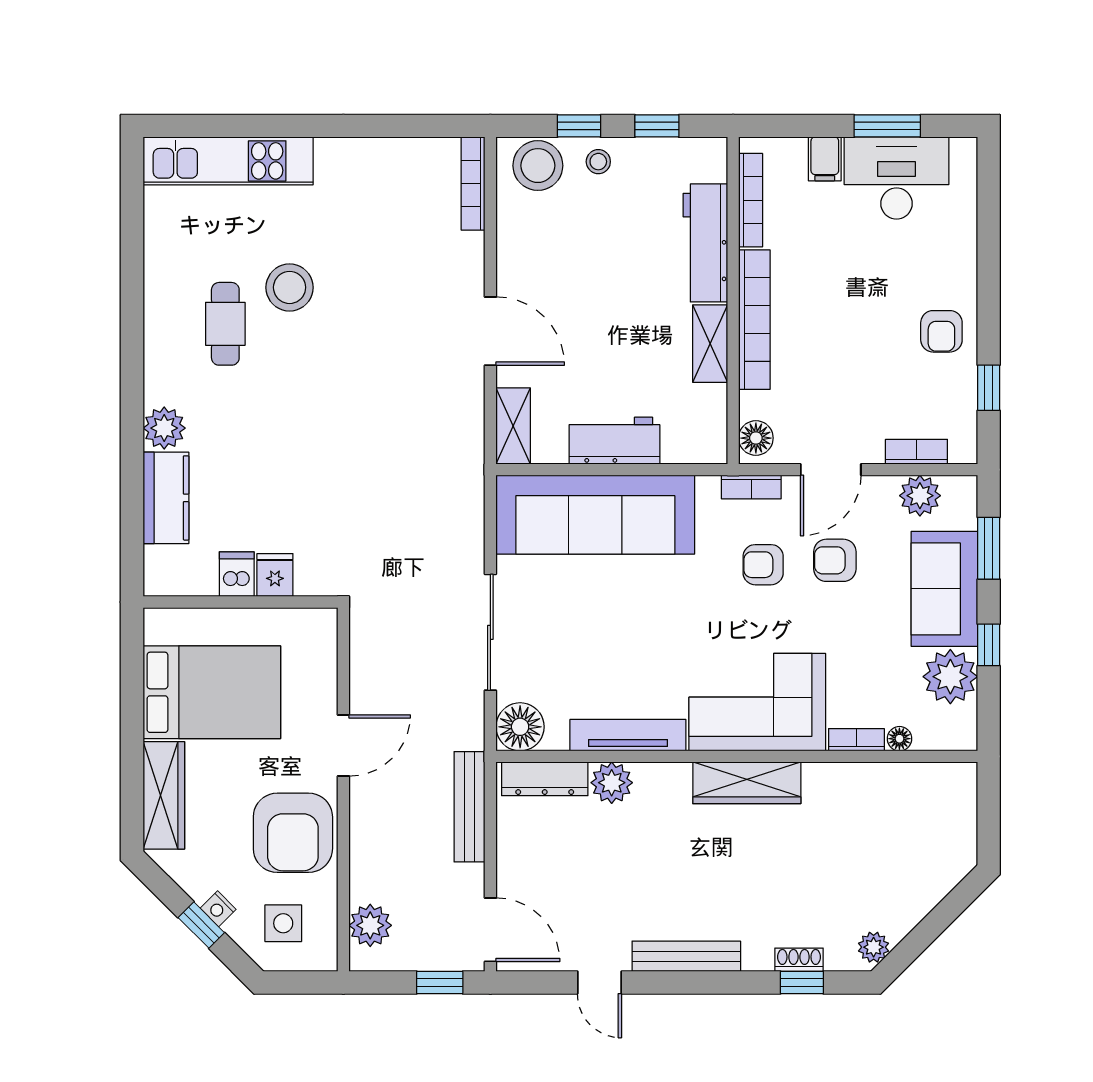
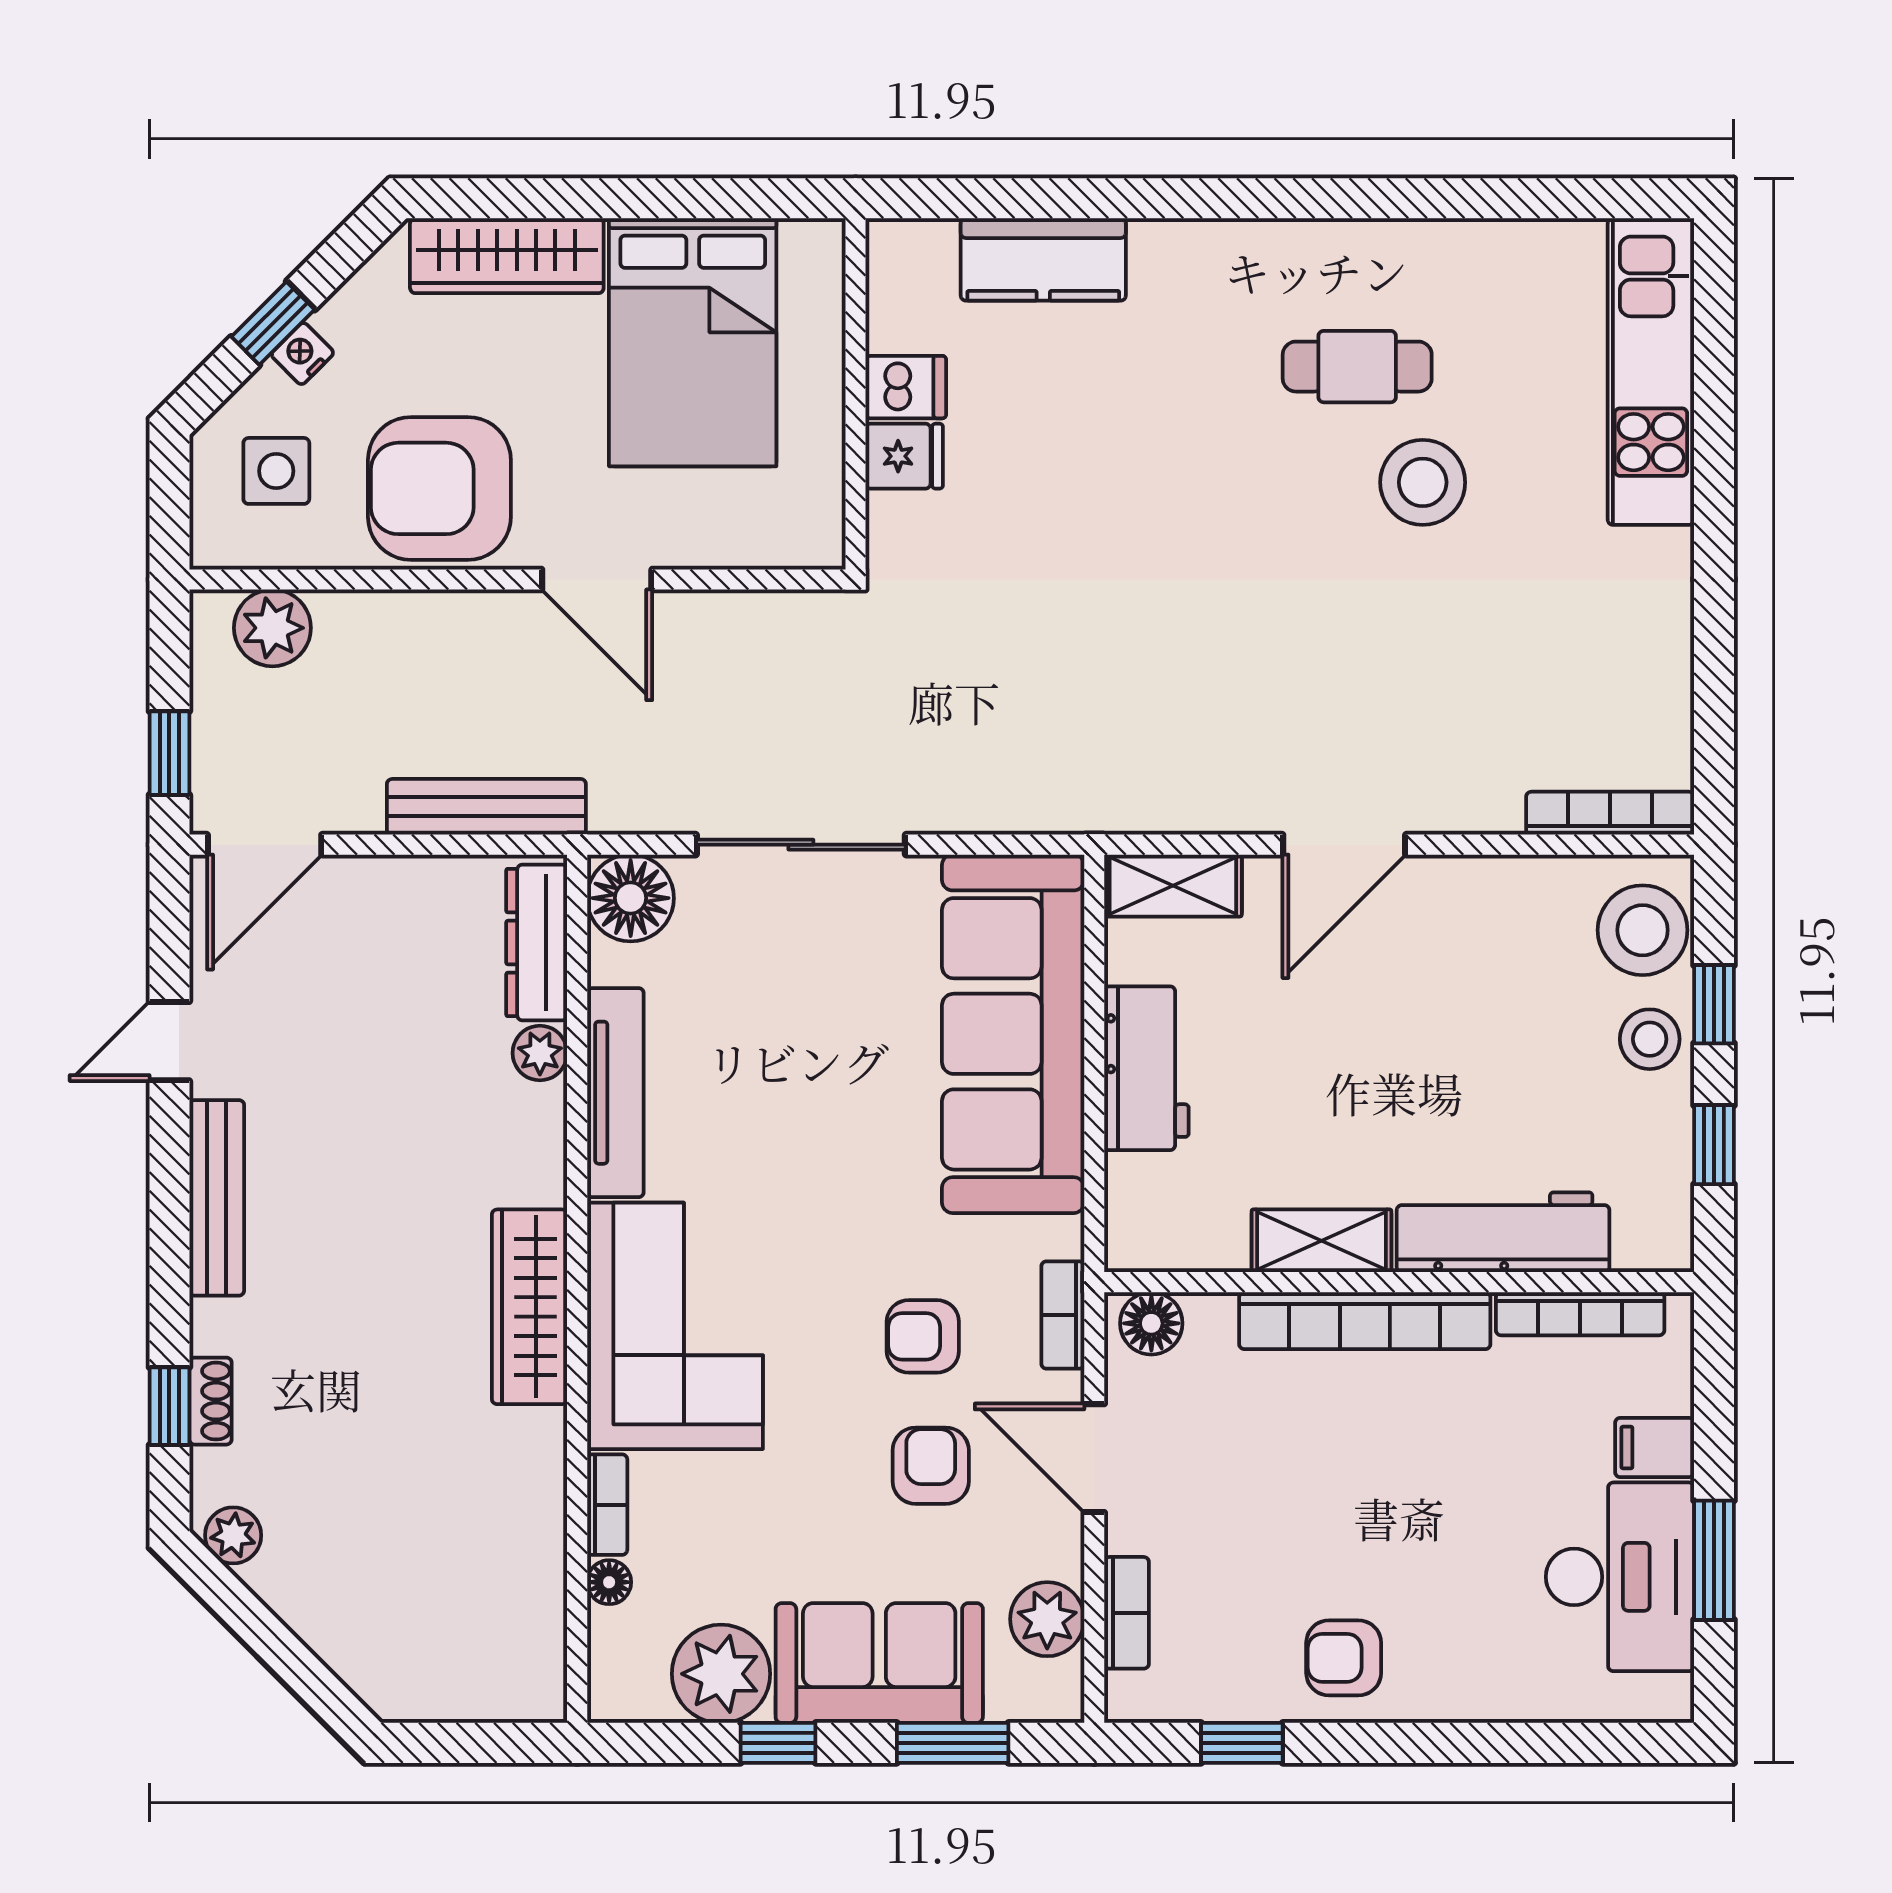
stool: (598, 162) -> (1650, 1039), width x1.37, depth x1.37
plant: (164, 428) -> (1169, 256), removed
armchair: (763, 565) -> (923, 1336), turned -90
plant: (612, 783) -> (540, 1053), width x0.73, depth x0.73

